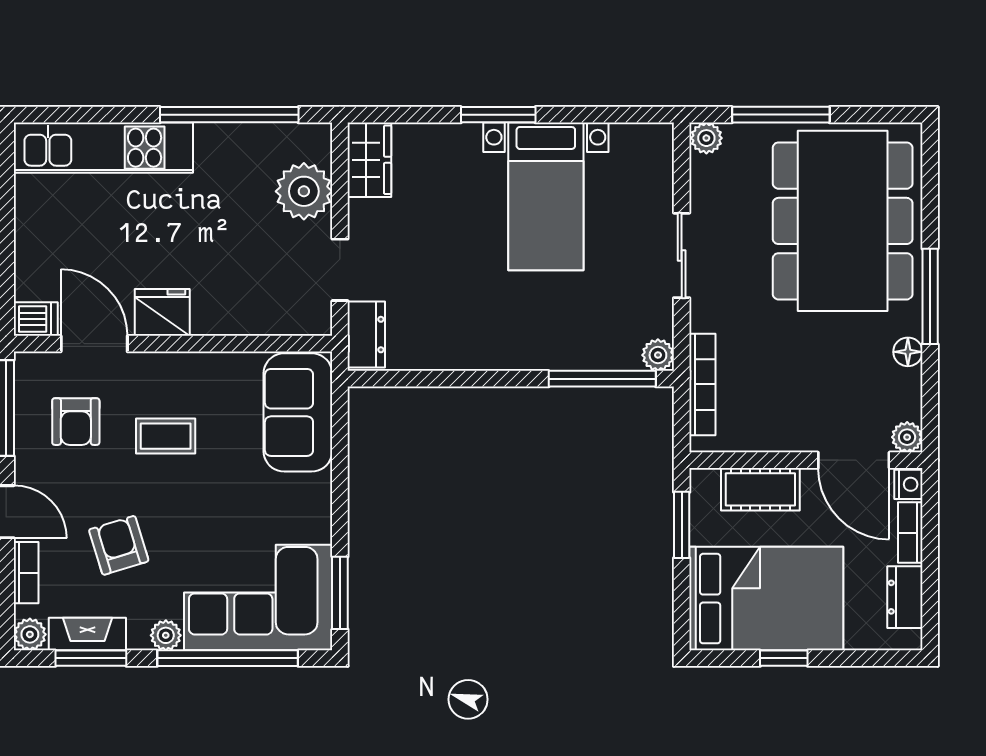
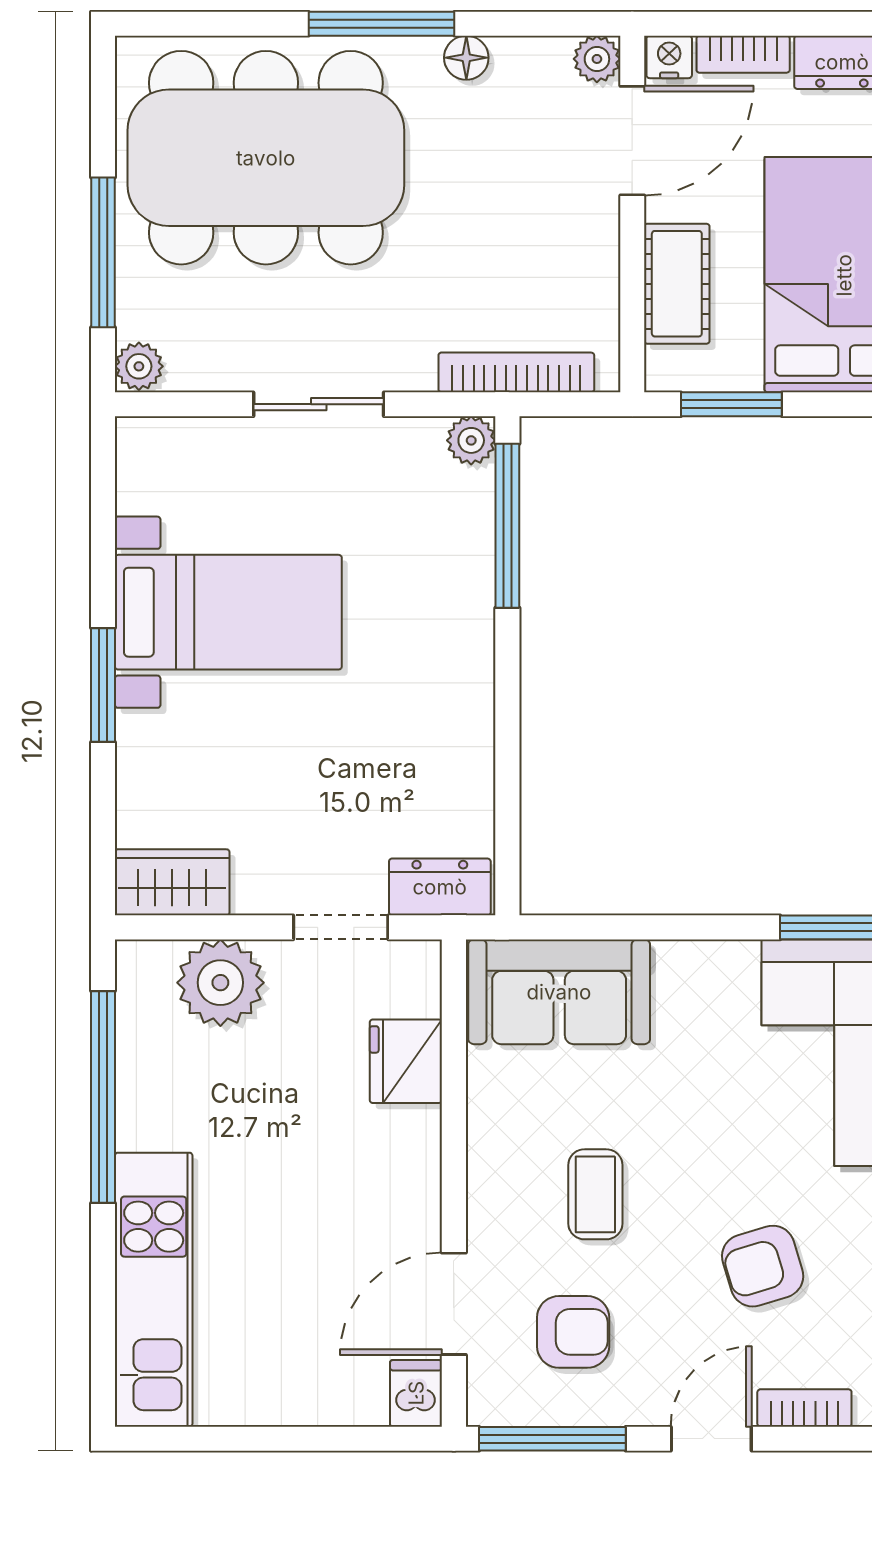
fridge: (162, 312) -> (406, 1061), moved

